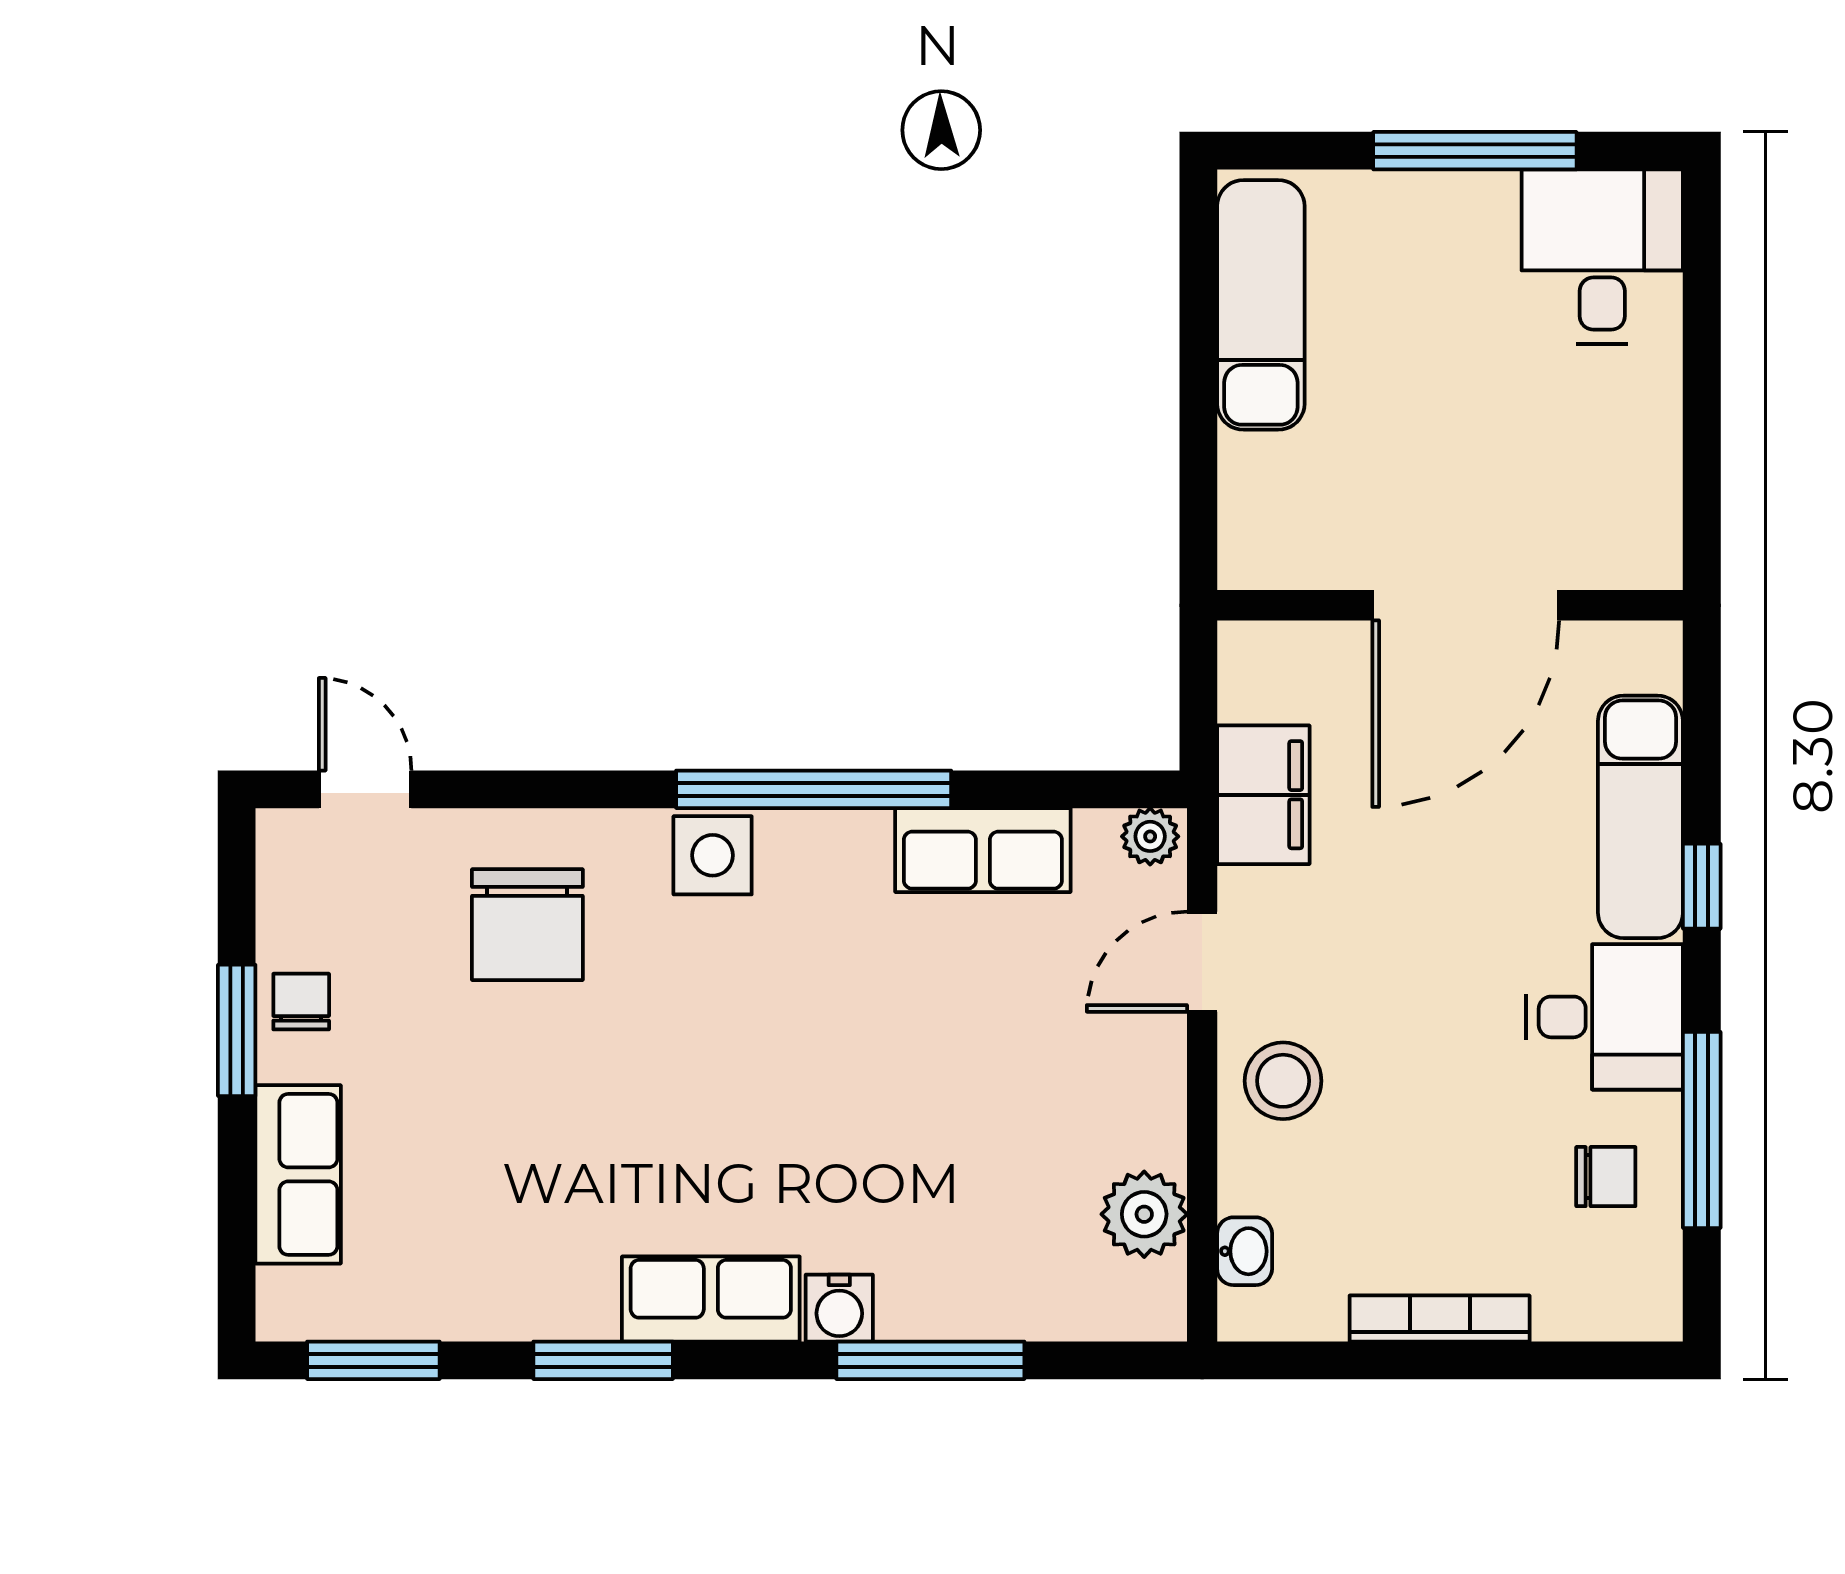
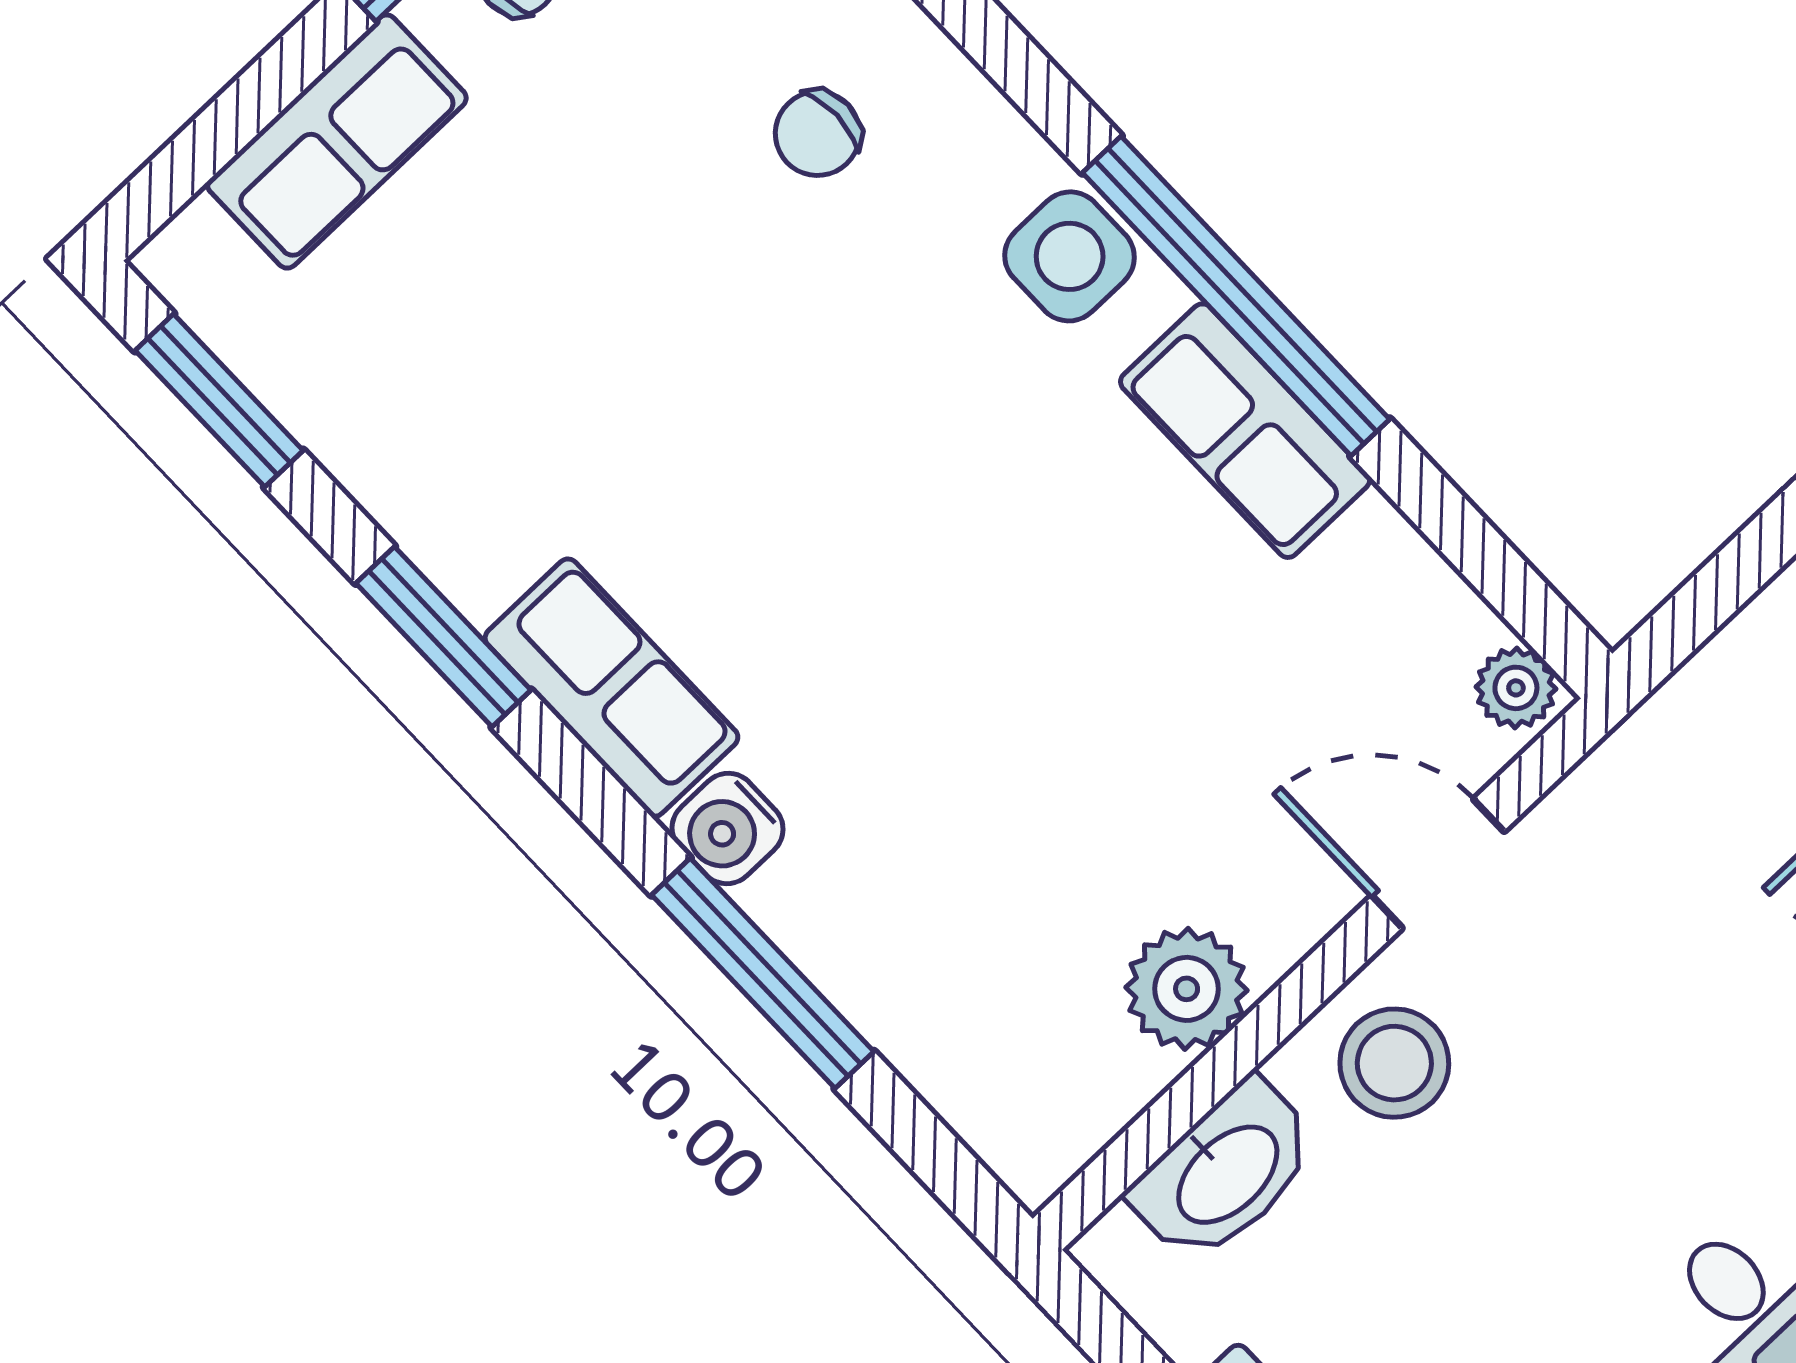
filing cabinet: (1263, 795) -> (1669, 764), removed
row of seats: (983, 850) -> (1245, 431), moved
chair: (527, 925) -> (818, 134), width x0.54, depth x0.54
plant: (1144, 1214) -> (1187, 989), moved
washbasin: (1245, 1251) -> (1225, 1172), width x1.91, depth x1.45

